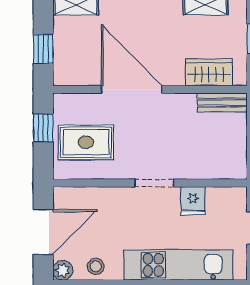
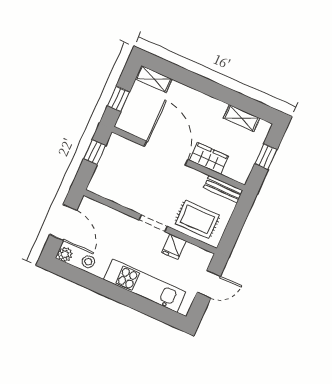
wardrobe: (209, 72) -> (209, 158), moved
rug: (86, 142) -> (197, 219), moved
door: (43, 232) -> (63, 222), hinge flipped

